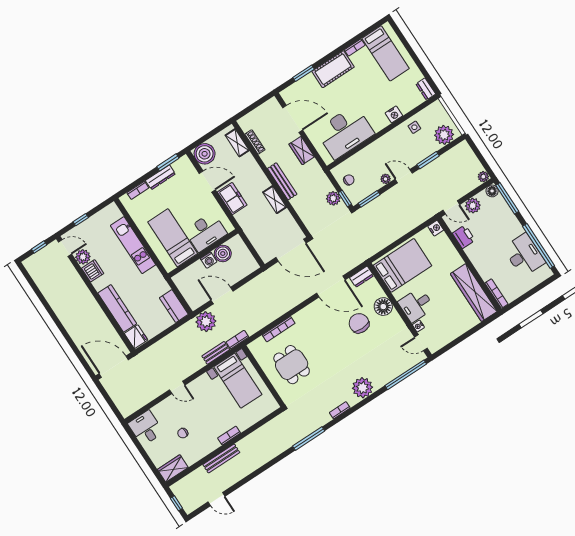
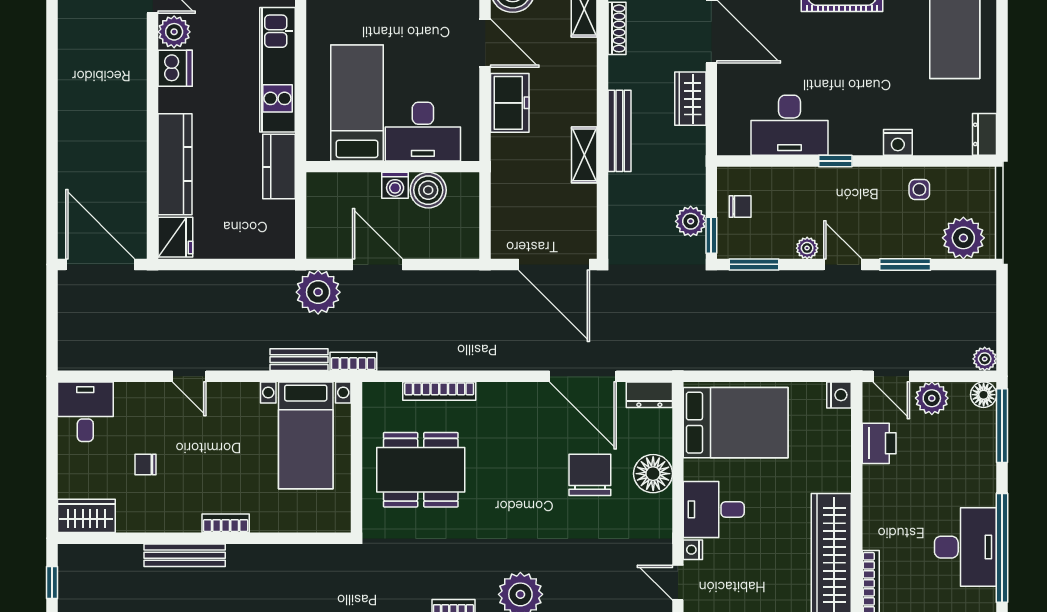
desk: (345, 132) -> (789, 125), width x0.73, depth x0.77
window: (374, 138) -> (835, 161), added
kitchen counter: (174, 306) -> (279, 167), moved
dining table: (292, 365) -> (421, 470), width x1.38

